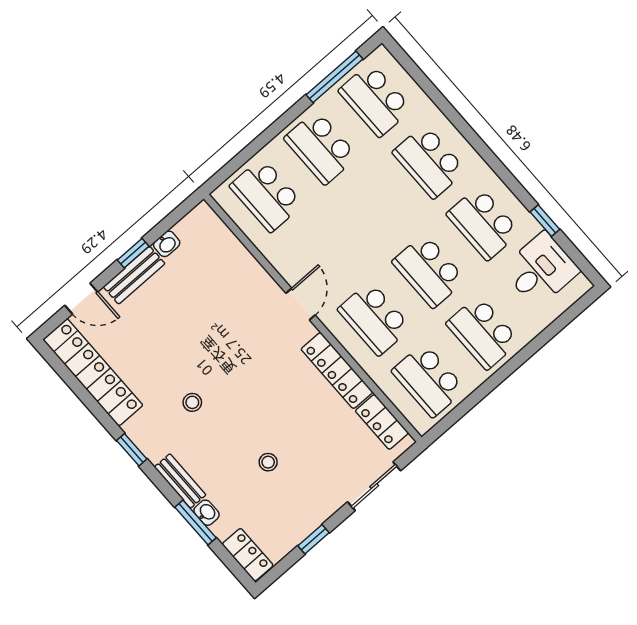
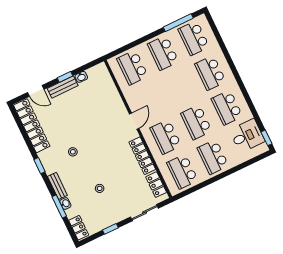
window: (545, 221) -> (266, 138), moved

